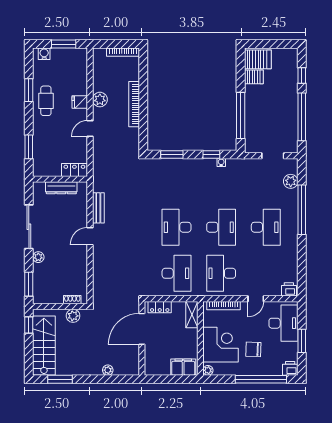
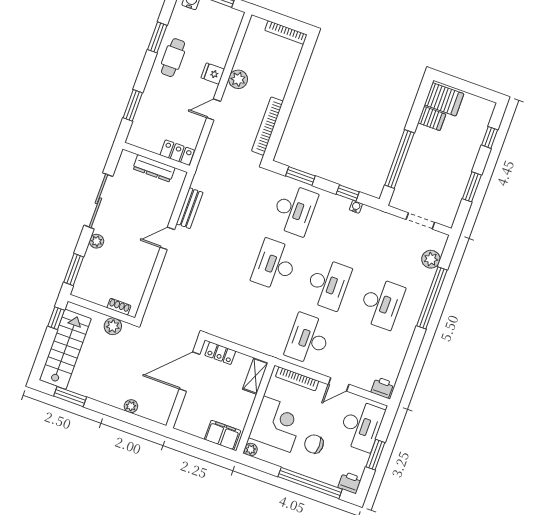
bookcase: (134, 104) -> (267, 126), moved
window: (302, 117) -> (472, 187), width x0.47
desk: (177, 273) -> (294, 210), moved

